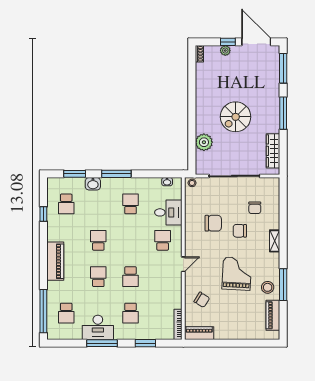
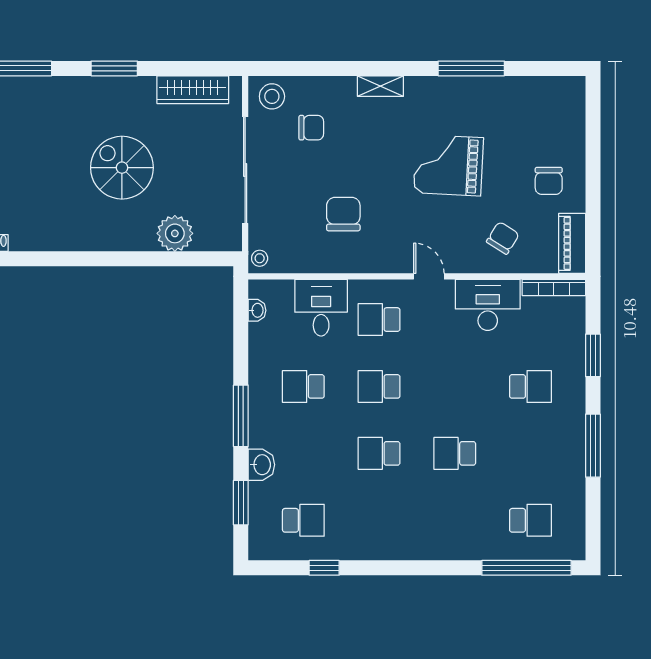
window: (283, 113) -> (114, 68), width x0.69
spiral stairs: (236, 117) -> (122, 168), turned 180
chair: (240, 231) -> (549, 181), moved
piano: (55, 261) -> (422, 543), removed
school desk: (130, 277) -> (379, 386), moved, turned 180
stool: (268, 287) -> (272, 96), moved
piano: (273, 315) -> (535, 90), removed
desk: (98, 327) -> (488, 305), moved, turned -90

